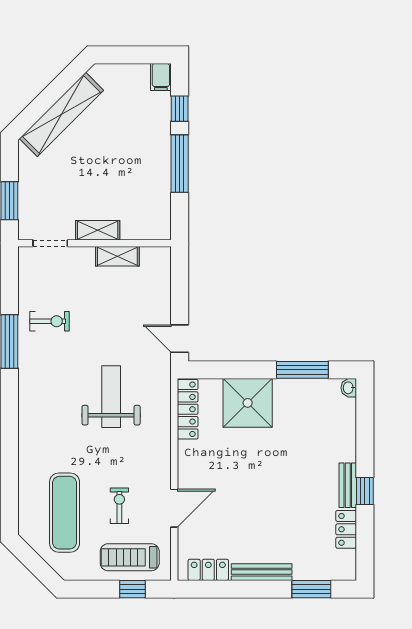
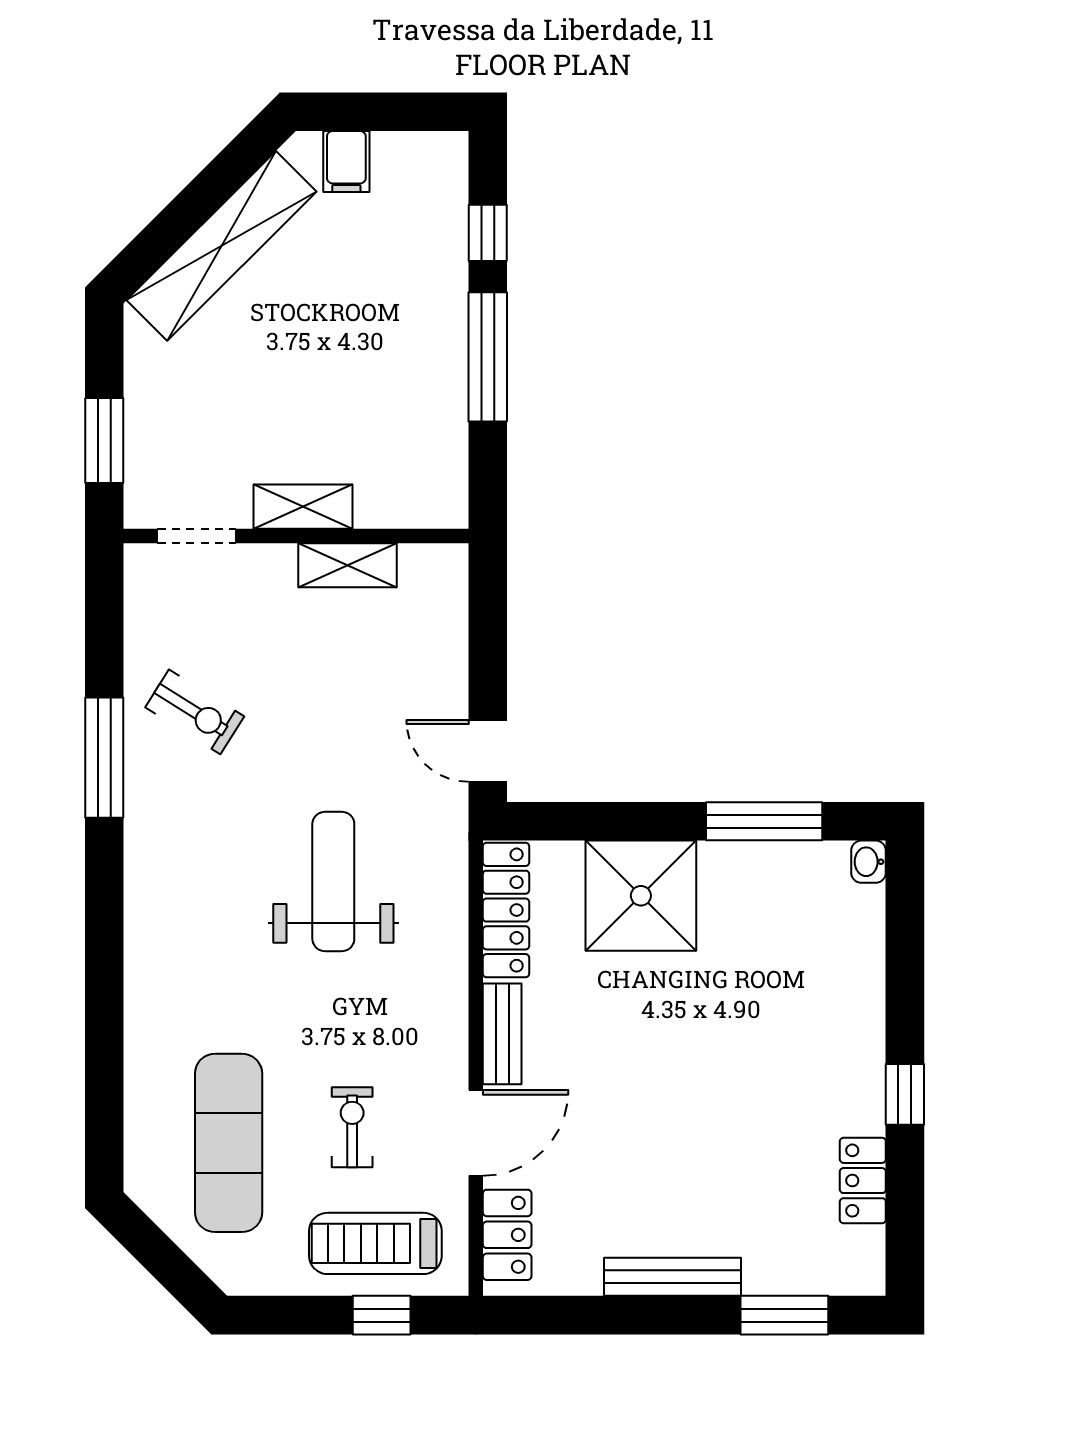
filing cabinet: (161, 77) -> (346, 162), moved
exercise bike: (50, 321) -> (195, 712), turned 32
bench: (348, 485) -> (502, 1034), moved
locker: (208, 570) -> (507, 1235), moved, turned 90

